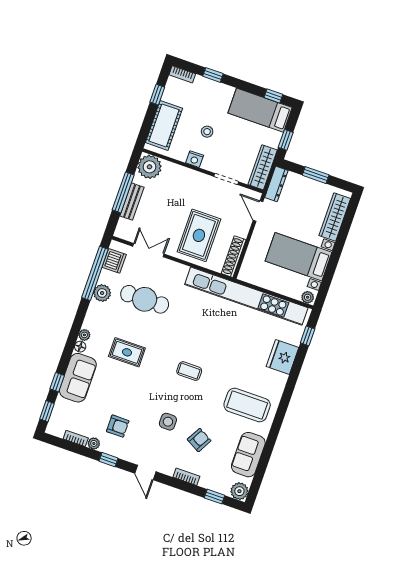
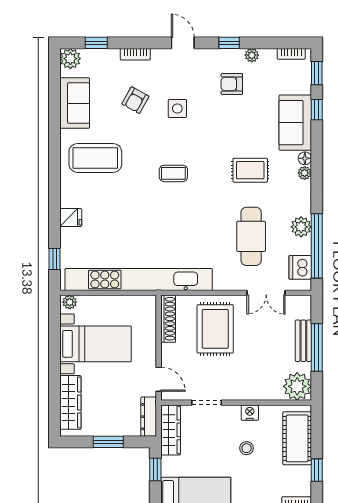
cafe table: (145, 299) -> (251, 236), turned 90
fridge: (282, 357) -> (71, 218), width x0.53, depth x0.75
bookcase: (76, 438) -> (291, 54), moved

